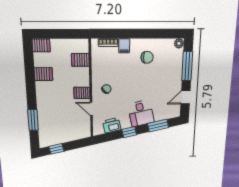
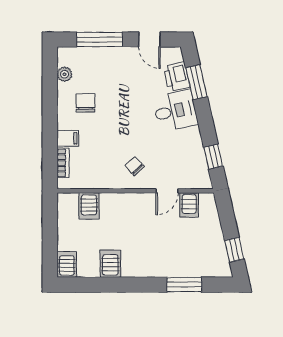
plant: (179, 43) -> (65, 74), moved
server rack: (82, 93) -> (189, 205), moved
printer: (112, 125) -> (177, 77), moved
window: (129, 132) -> (213, 157), moved

